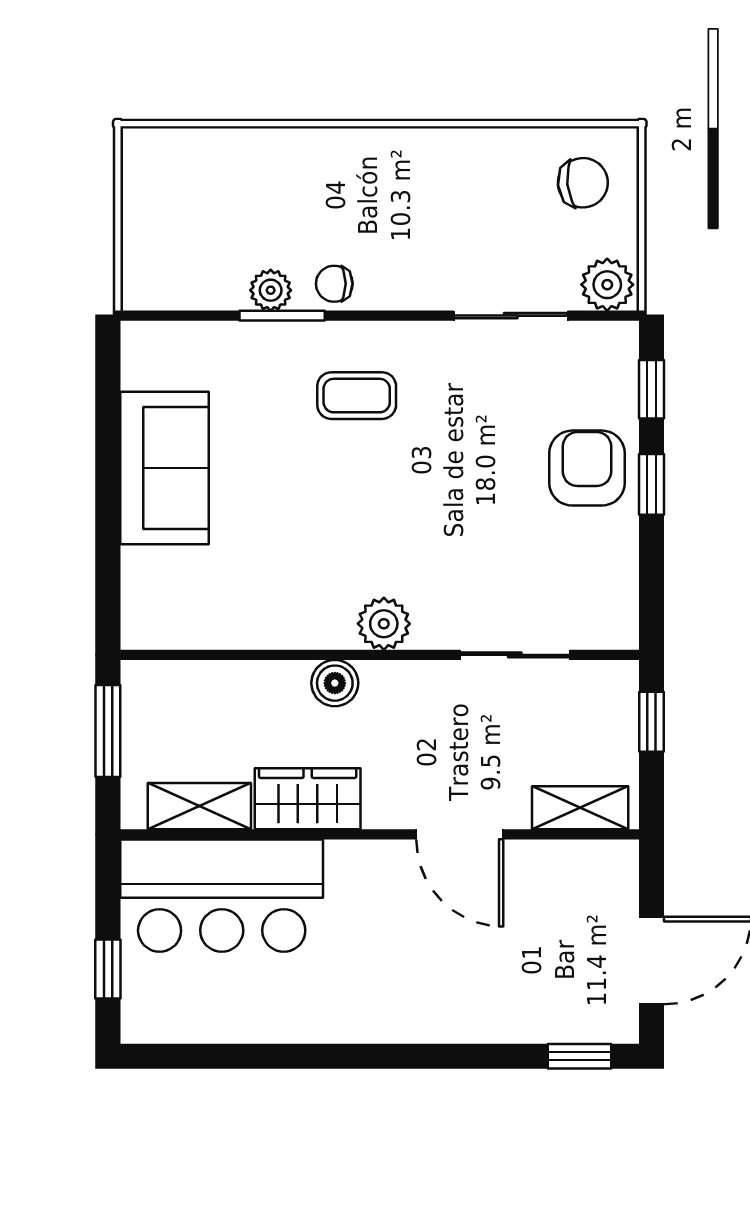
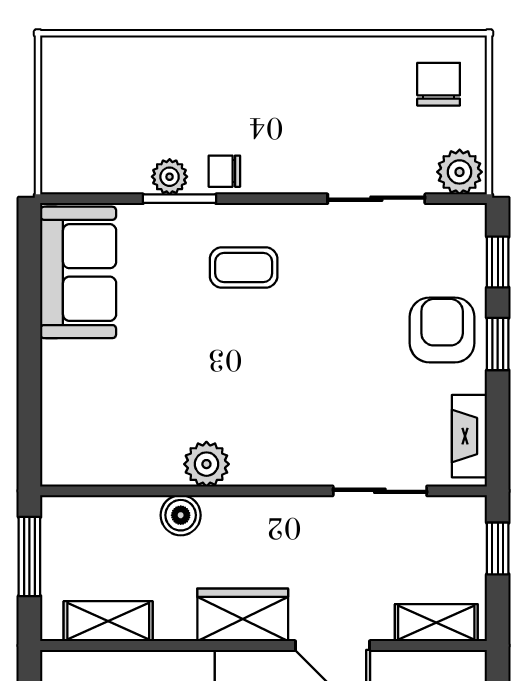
chair: (583, 183) -> (439, 84), turned -84
sofa: (165, 468) -> (78, 272), moved
fireplace: (619, 591) -> (469, 436), added
plant: (384, 624) -> (206, 464), moved
boiler: (335, 683) -> (181, 515), moved
wardrobe: (308, 799) -> (243, 615), moved

